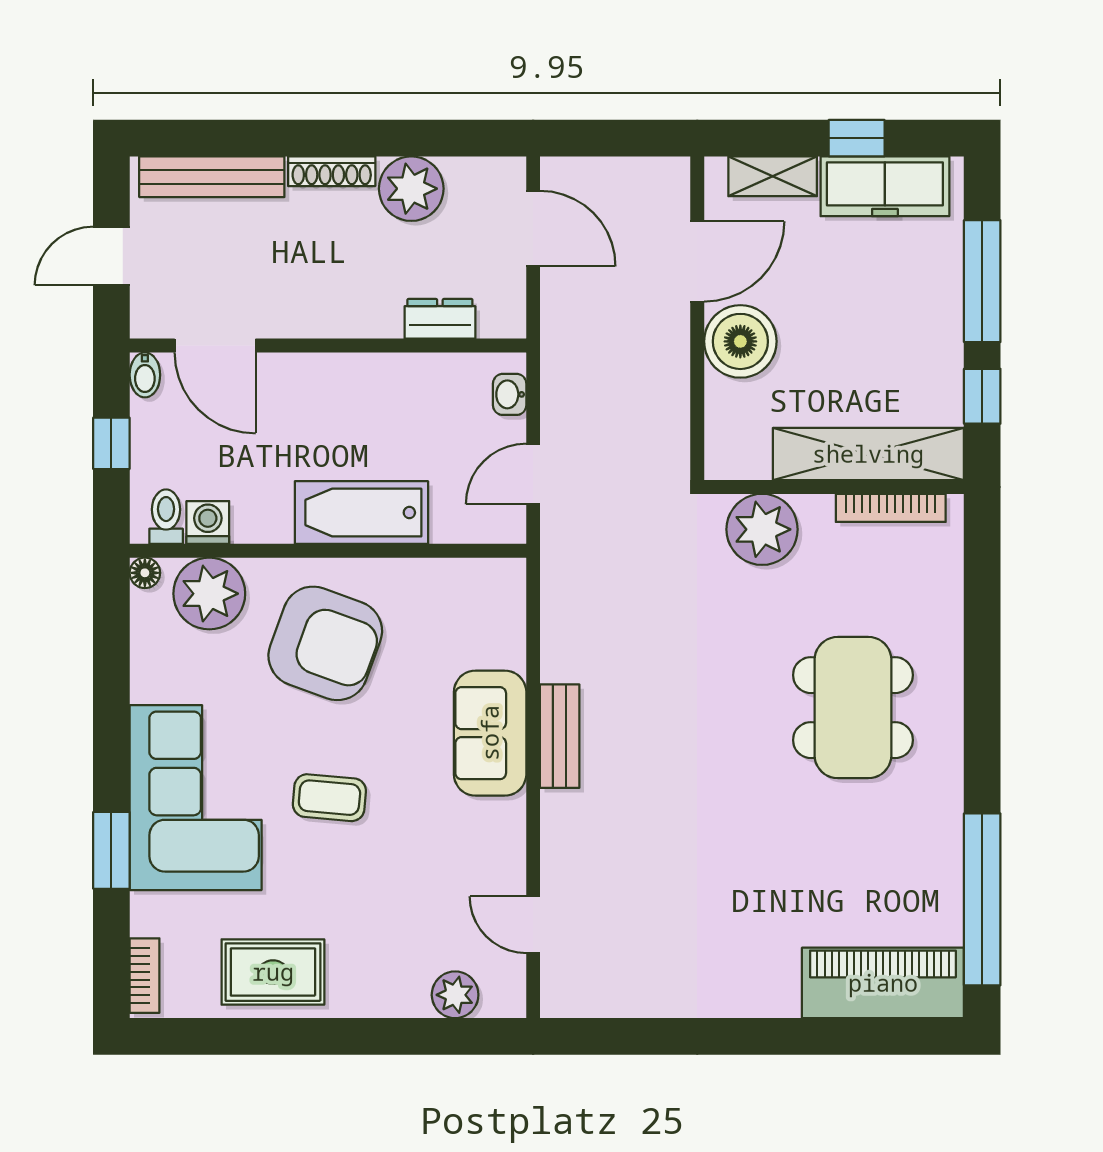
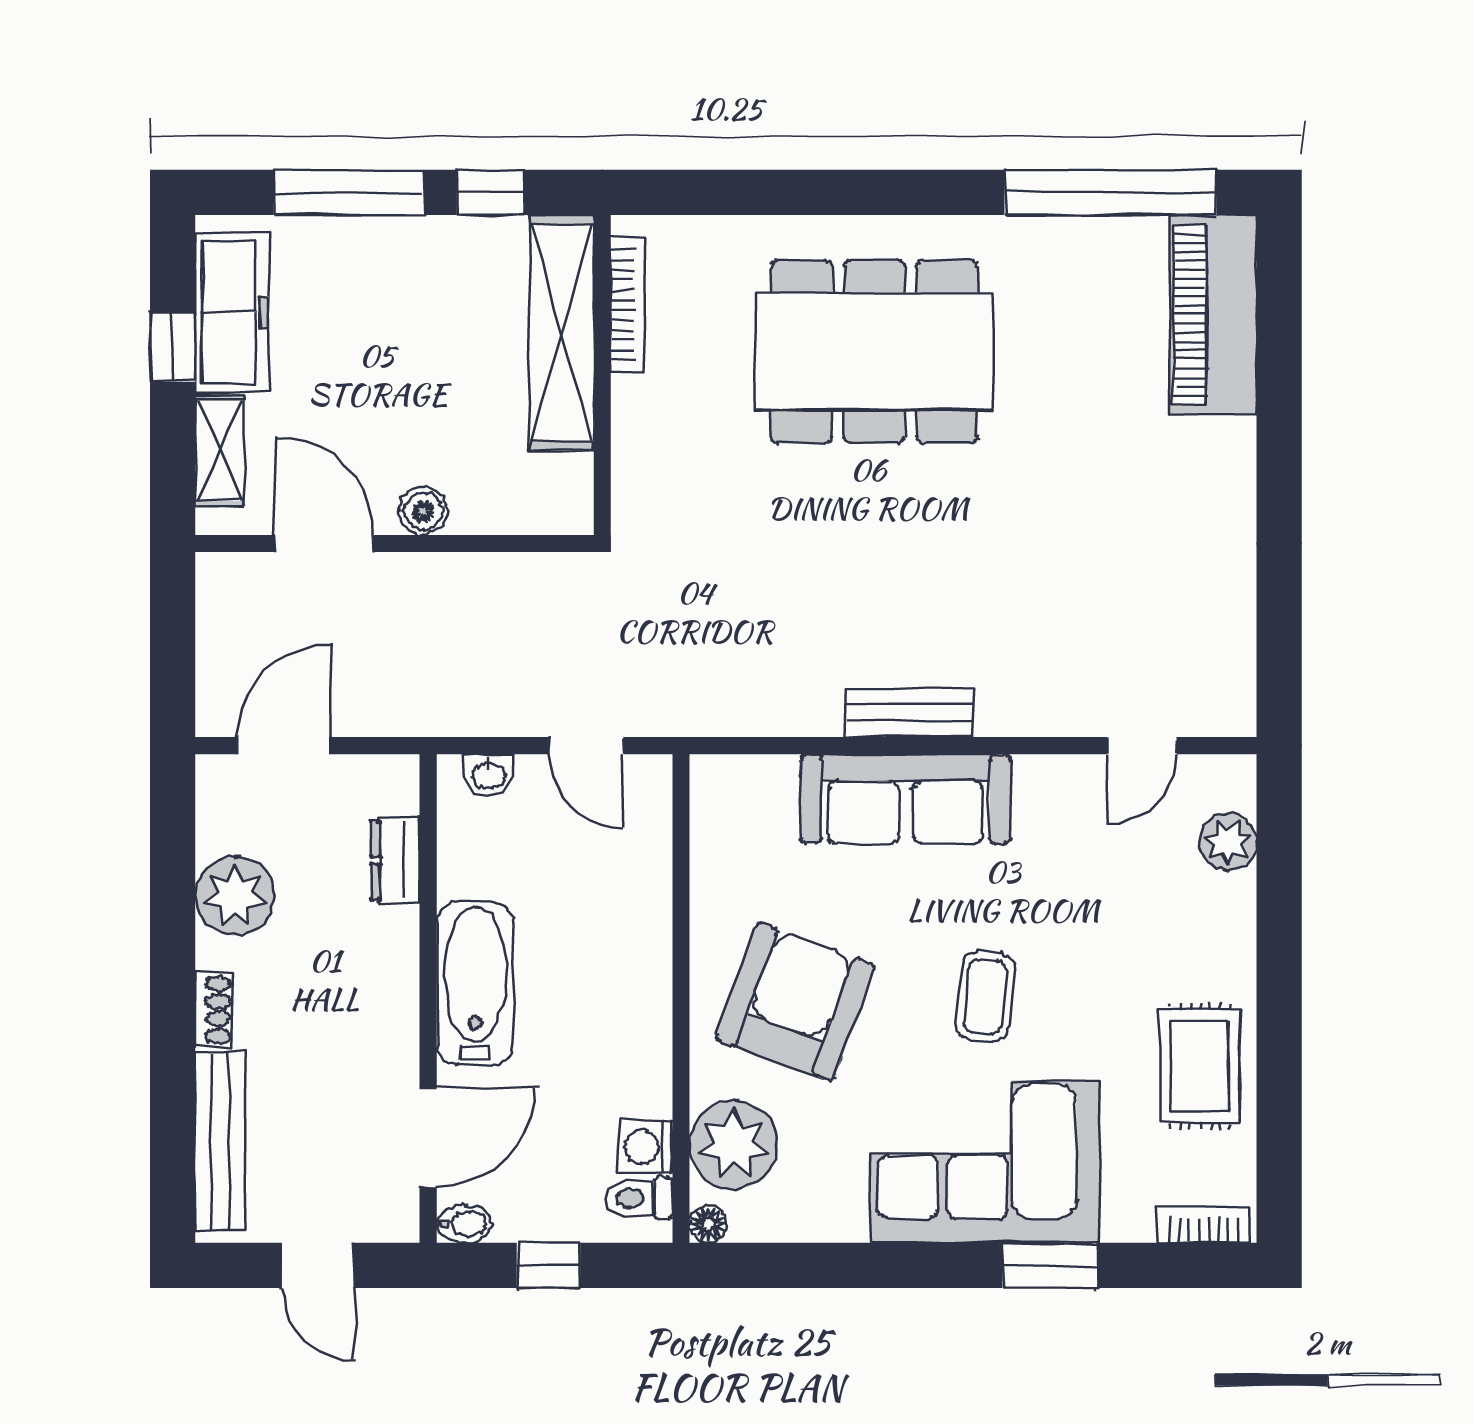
shoe rack: (332, 171) -> (213, 1010), width x0.70
boiler: (740, 341) -> (423, 511), width x0.54, depth x0.54
bathtub: (361, 513) -> (475, 983), moved, turned 180
plant: (762, 529) -> (655, 464), removed
dining table: (853, 708) -> (874, 352), width x1.36, depth x1.24
sofa: (490, 733) -> (906, 799), width x1.36

